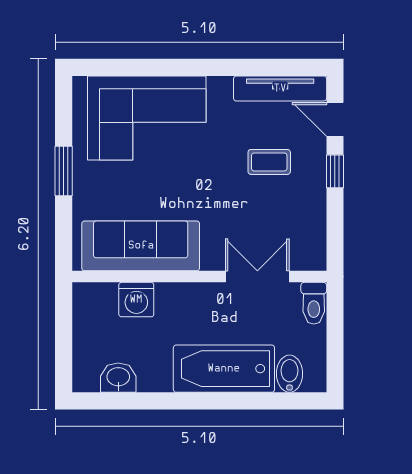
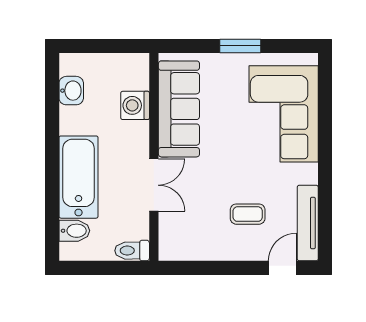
coffee table: (269, 162) -> (248, 214), turned 90
window: (335, 171) -> (240, 268), removed
double door: (257, 277) -> (154, 185), moved

